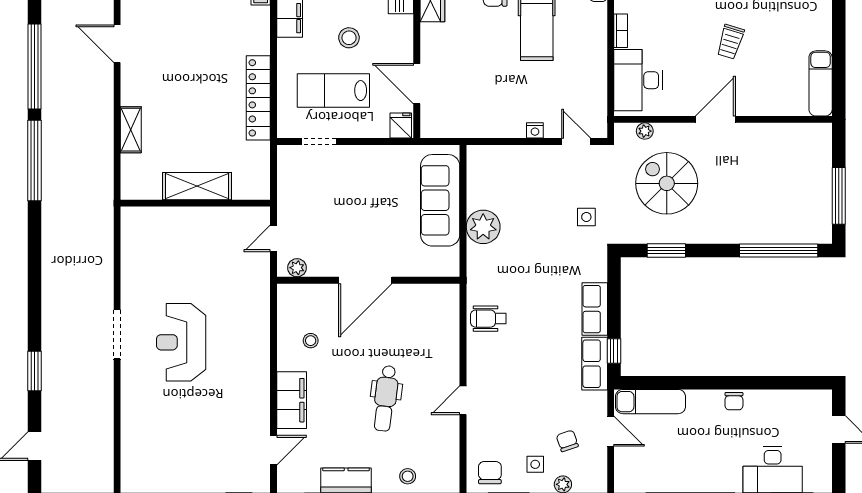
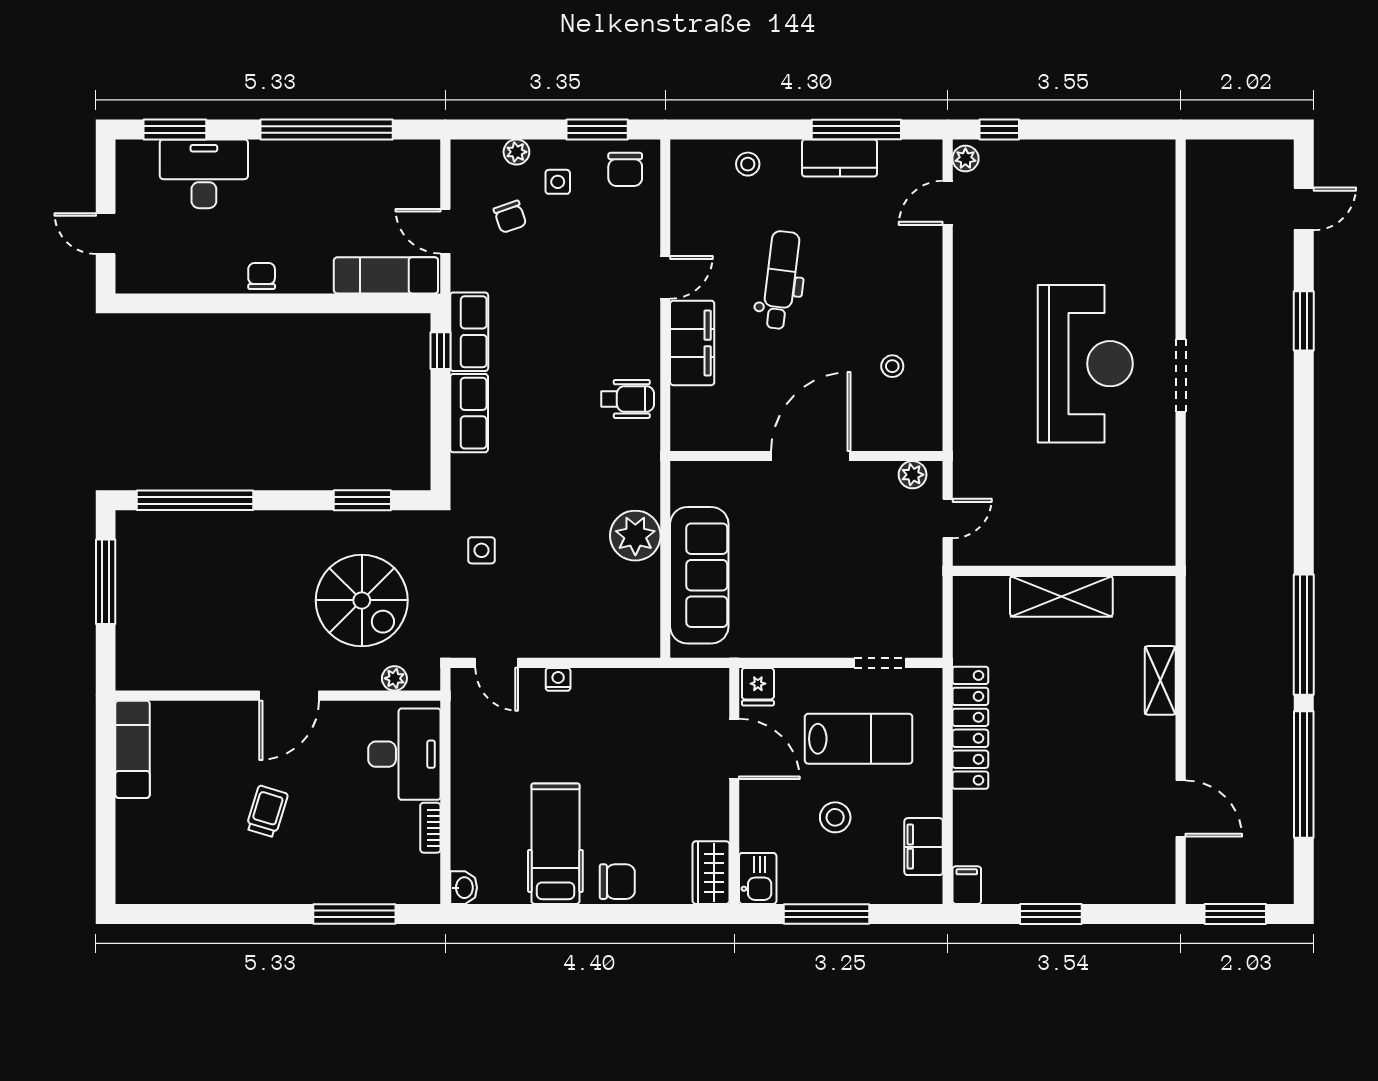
reception desk: (181, 342) -> (1085, 364), width x1.36, depth x1.30
filing cabinet: (292, 400) -> (692, 343), moved, turned 180
plant: (261, 480) -> (965, 159), added

